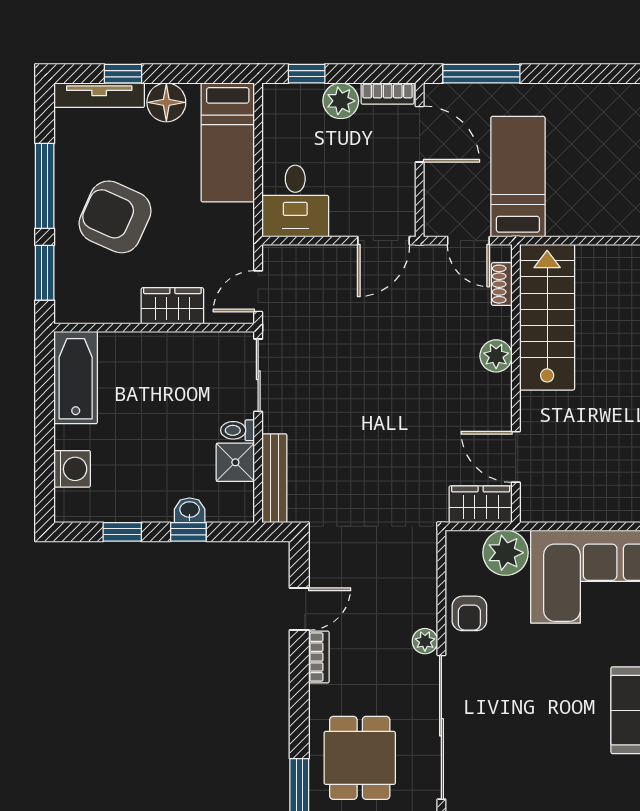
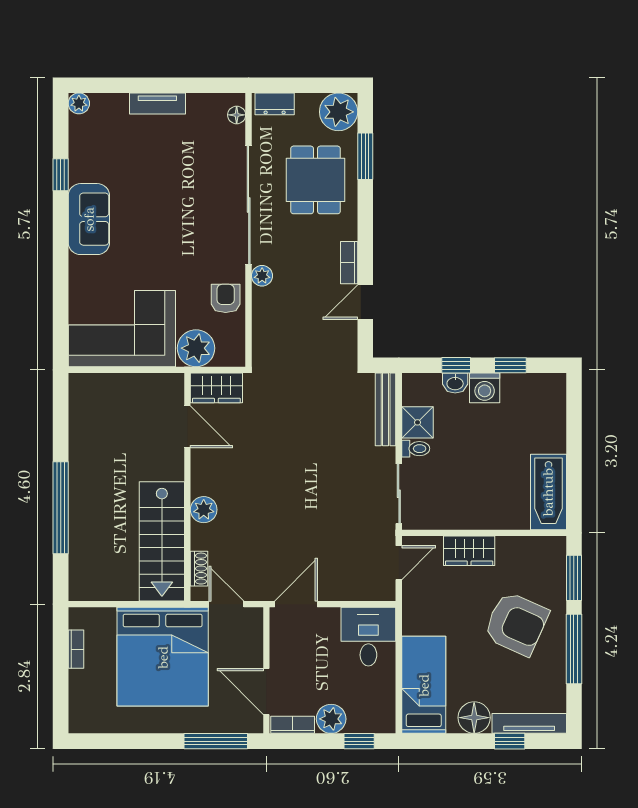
bed: (518, 177) -> (163, 657), width x2.04
washing machine: (72, 469) -> (485, 388), moved, turned -90

